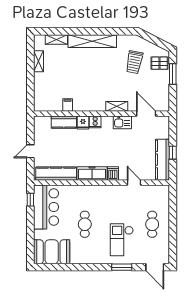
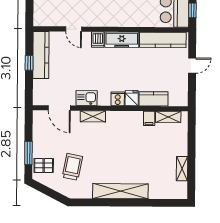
shelving: (56, 40) -> (168, 117), moved

